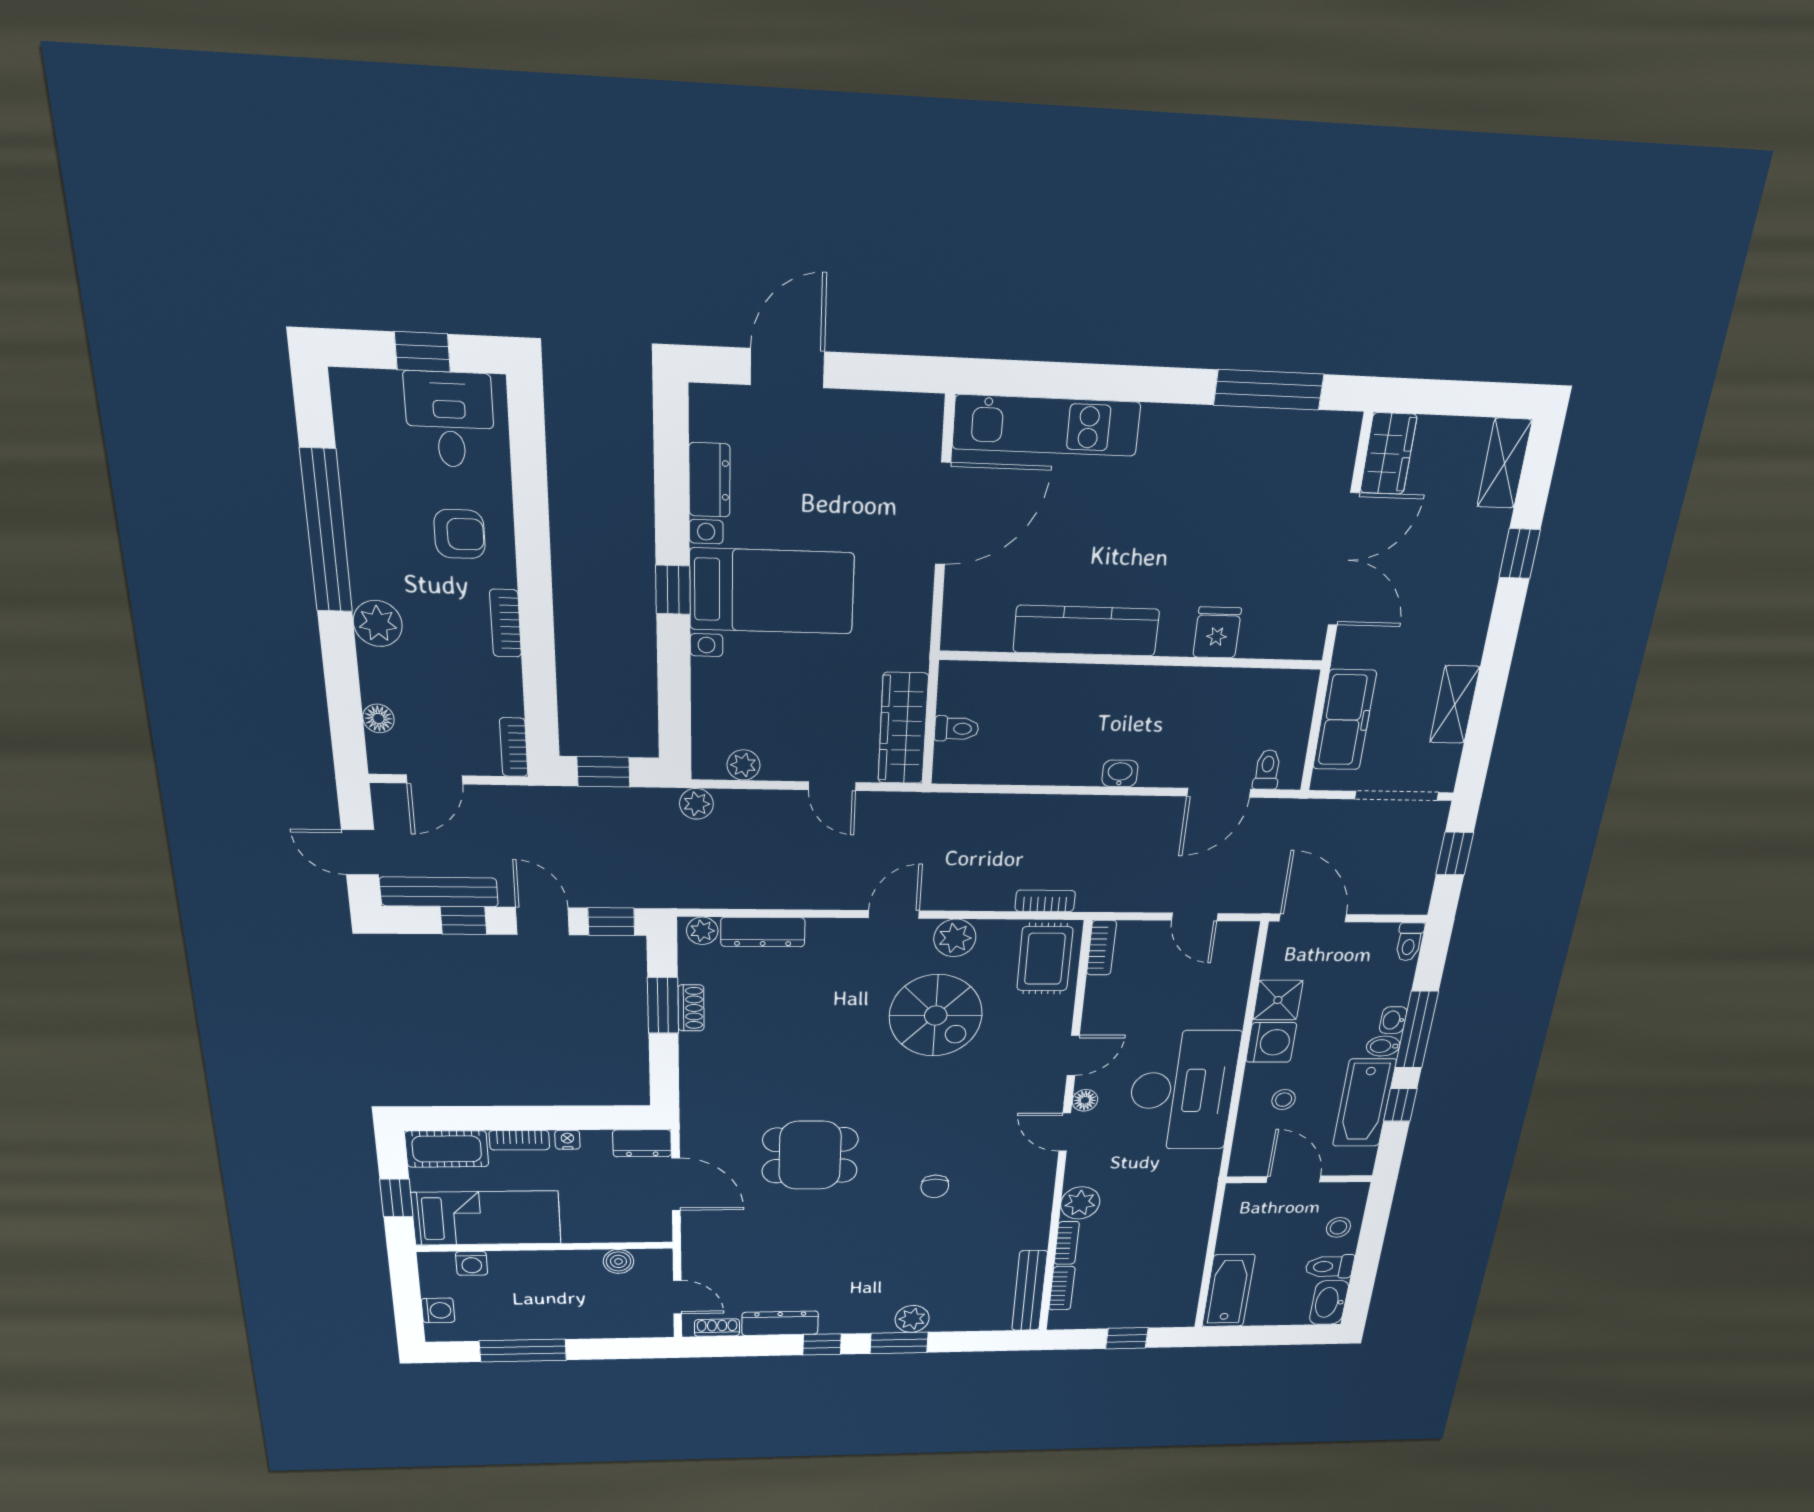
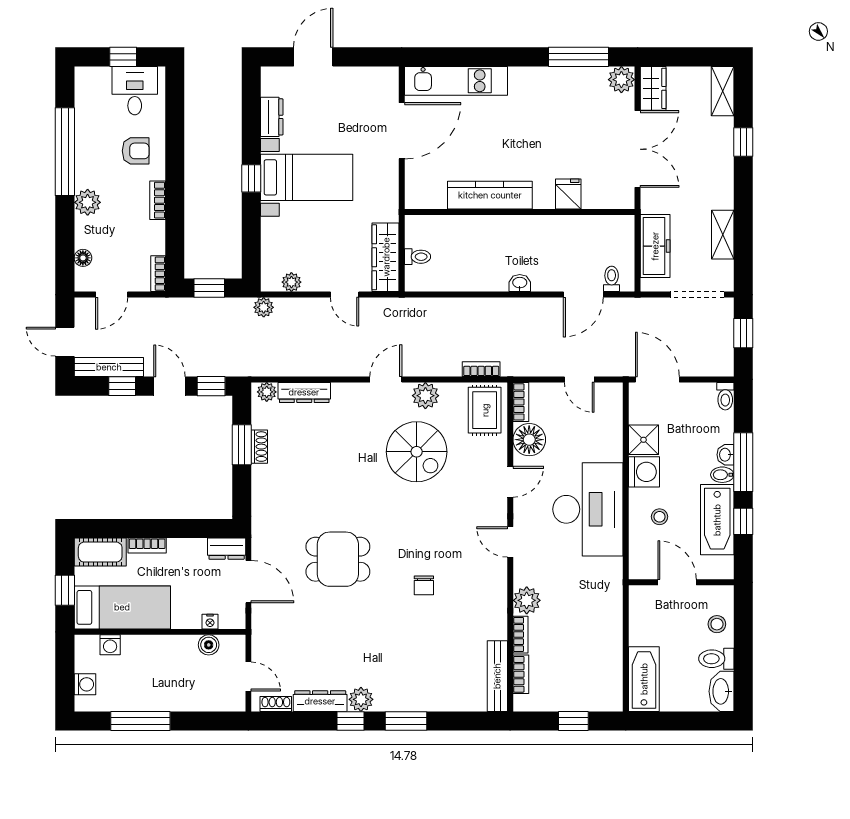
plant: (1337, 435) -> (621, 80), added
floor lamp: (1085, 1100) -> (529, 440), moved, width x1.89, depth x1.89
nightstand: (567, 1140) -> (210, 622), moved, turned 180
plant: (912, 1319) -> (361, 699), moved

